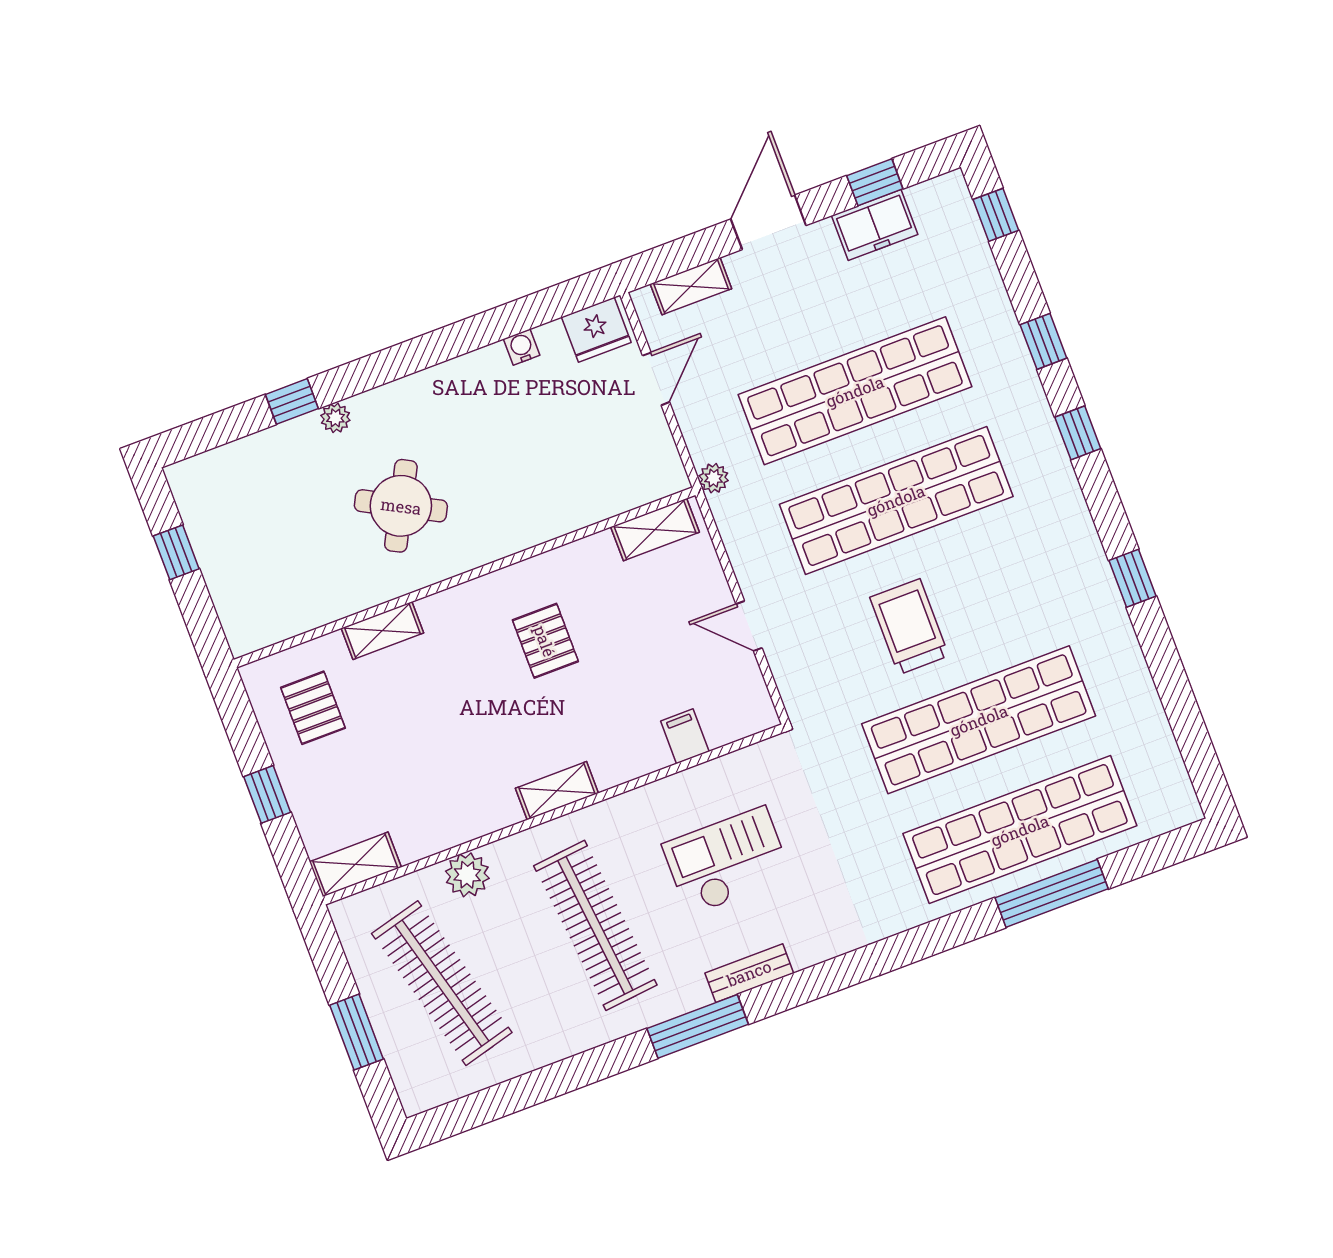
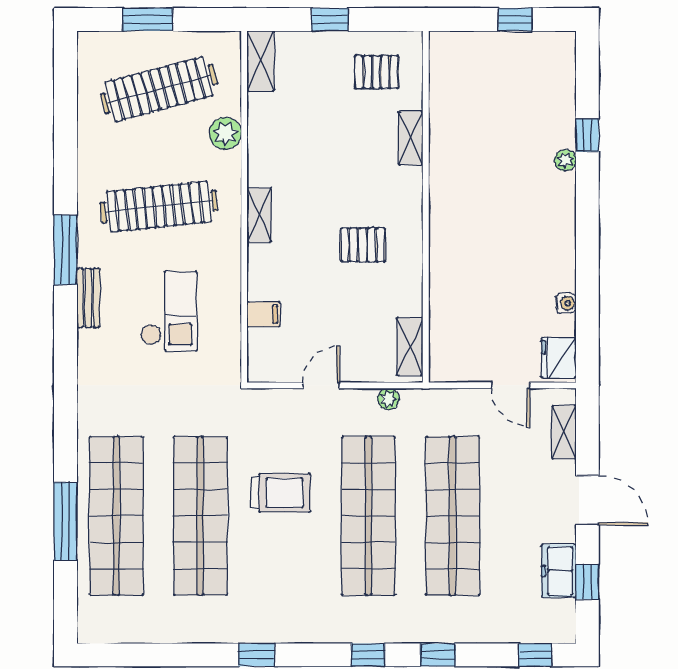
plant: (714, 478) -> (388, 399), moved
round table: (401, 506) -> (490, 182), removed

